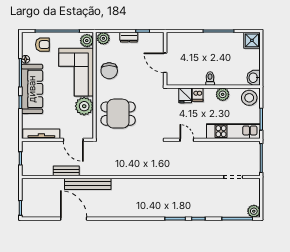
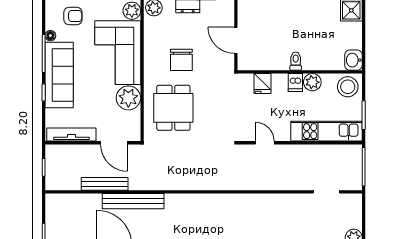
chair: (109, 71) -> (181, 60), moved
dishwasher: (198, 95) -> (295, 82), moved
dining table: (118, 114) -> (173, 108), turned 90
bench: (66, 171) -> (105, 184), width x1.36

